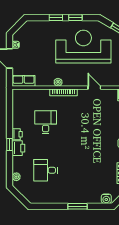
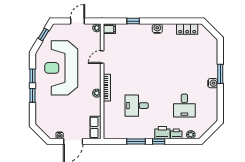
window: (9, 122) -> (136, 141), added
printer: (17, 134) -> (176, 134), moved
water cooler: (106, 199) -> (213, 83), moved

